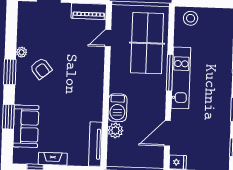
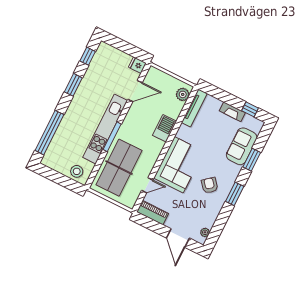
plant: (22, 52) -> (205, 232), moved
corner sofa: (84, 76) -> (179, 165), added
kitchen unit: (181, 78) -> (105, 129), width x1.36
plant: (115, 130) -> (183, 94), moved

